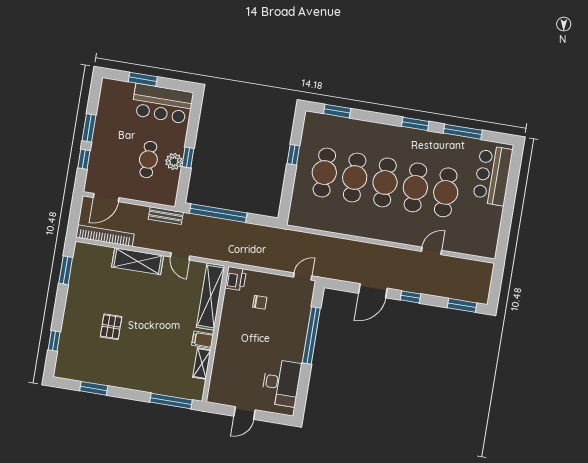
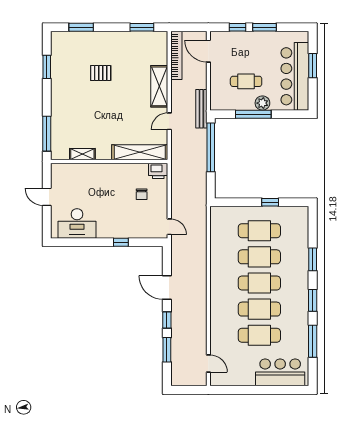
bar counter: (162, 104) -> (295, 76), width x1.36
window: (337, 111) -> (313, 259), moved
window: (188, 158) -> (253, 114), width x2.17
plant: (174, 161) -> (262, 103), moved
bench: (166, 216) -> (201, 109), width x1.36
door: (431, 251) -> (208, 364), moved
window: (462, 305) -> (167, 350), moved
window: (311, 336) -> (121, 242), width x0.32
filing cabinet: (203, 340) -> (102, 152), removed
window: (54, 341) -> (81, 27), width x1.50

